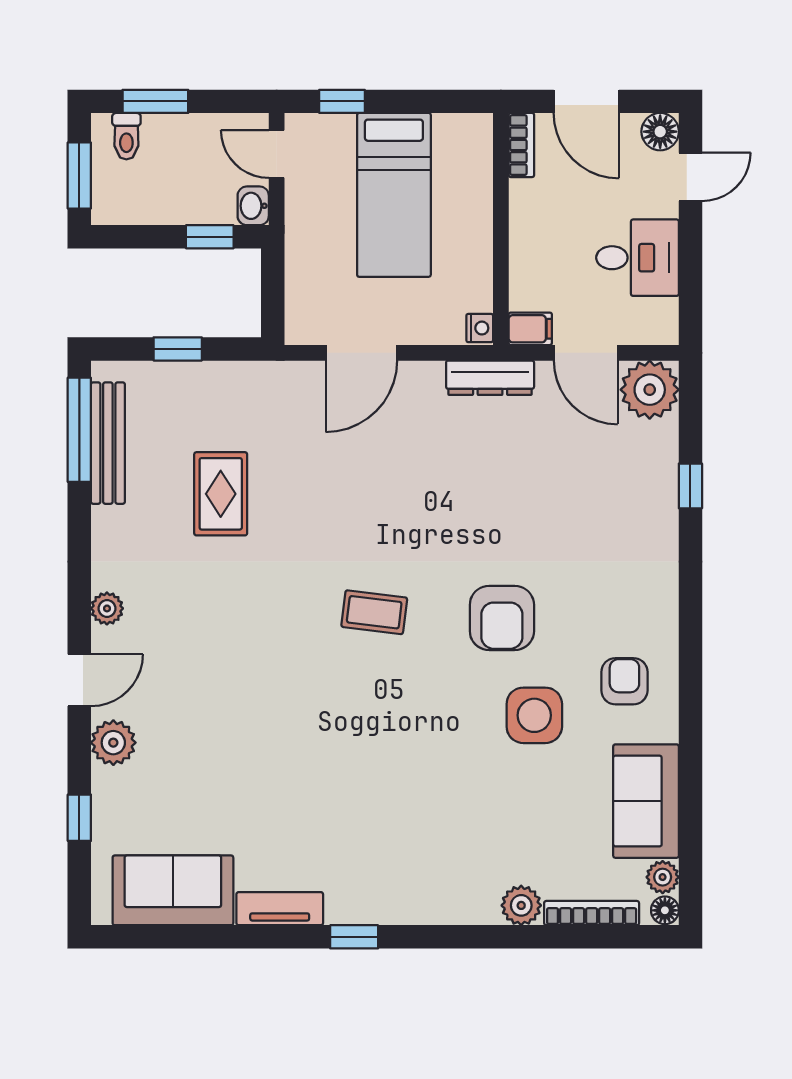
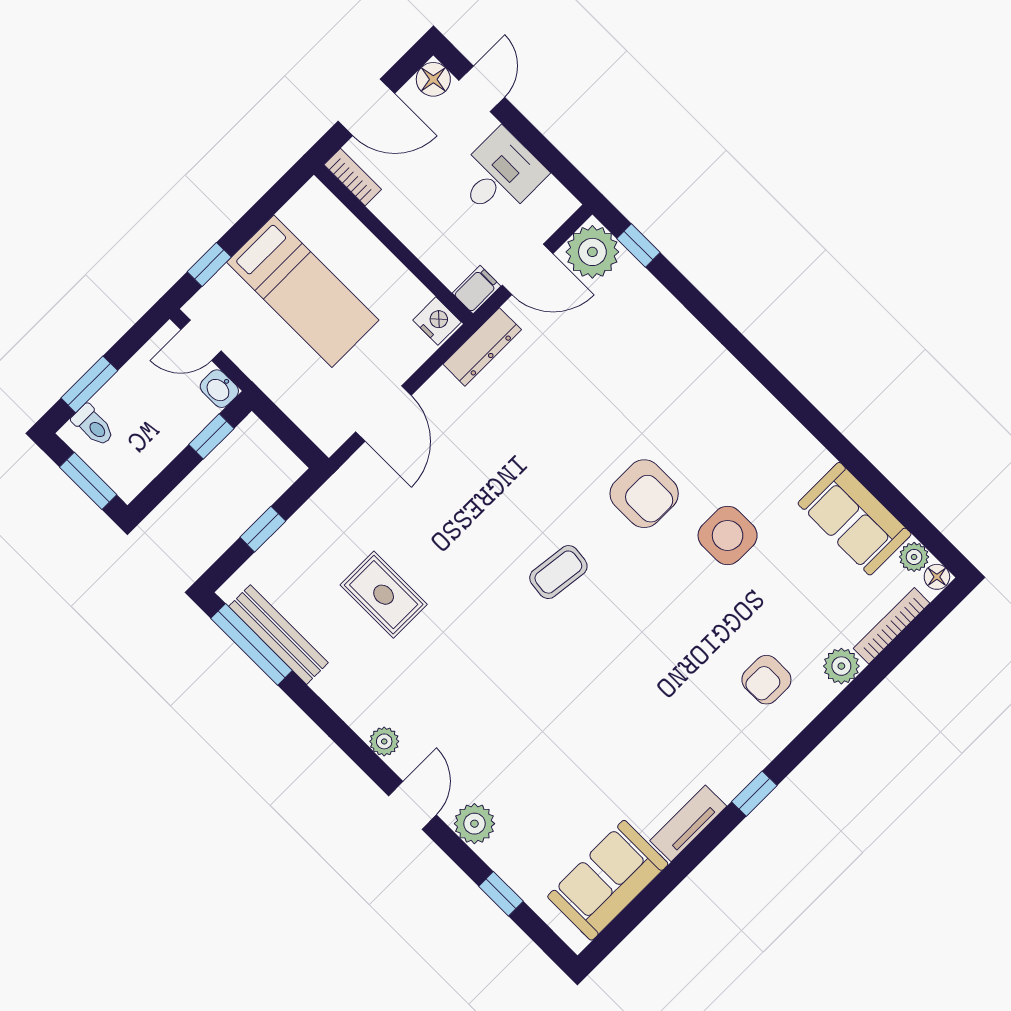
nightstand: (480, 328) -> (437, 321), width x1.39, depth x1.35
window: (690, 486) -> (638, 246), moved
armchair: (624, 681) -> (766, 680), moved, turned -90

